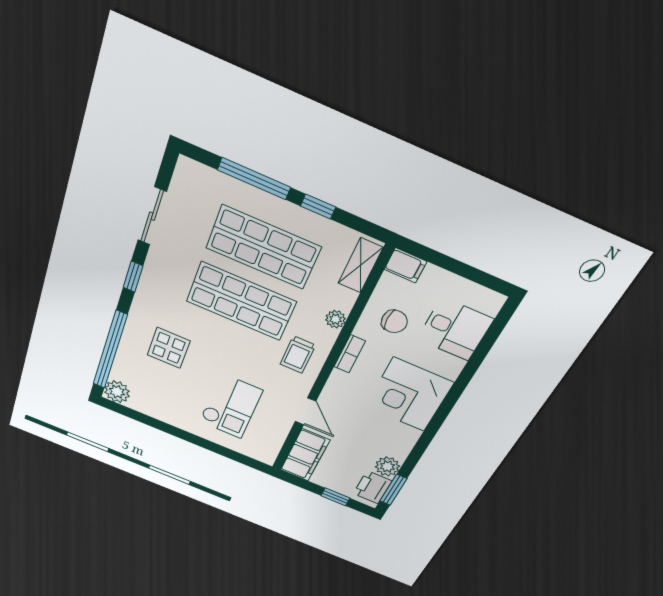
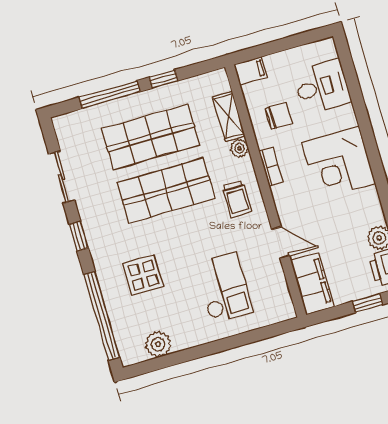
shelving: (360, 265) -> (229, 116), moved
plant: (117, 392) -> (158, 344), moved

